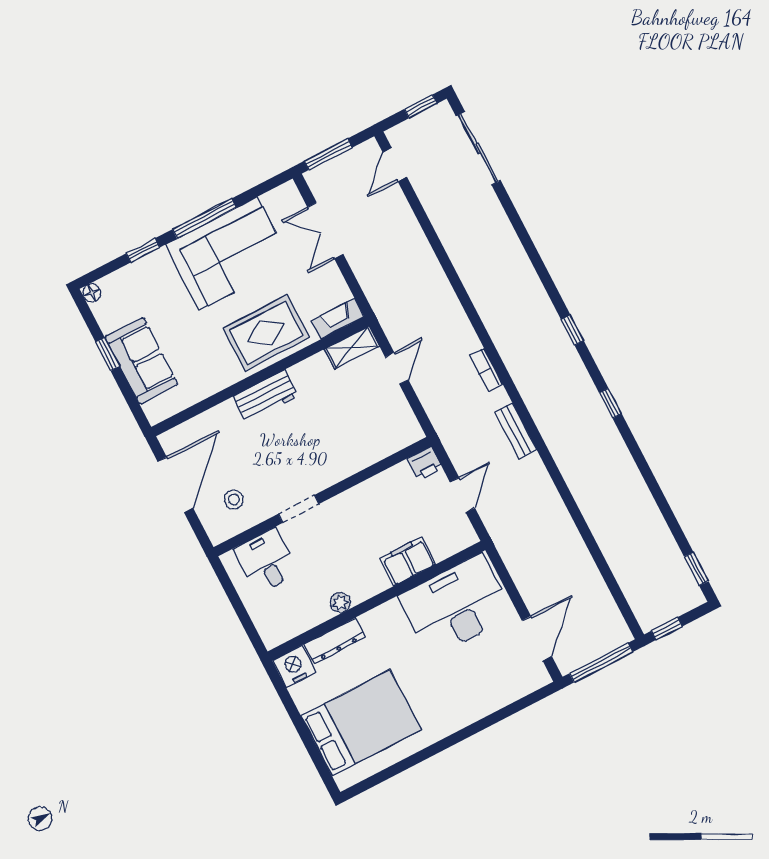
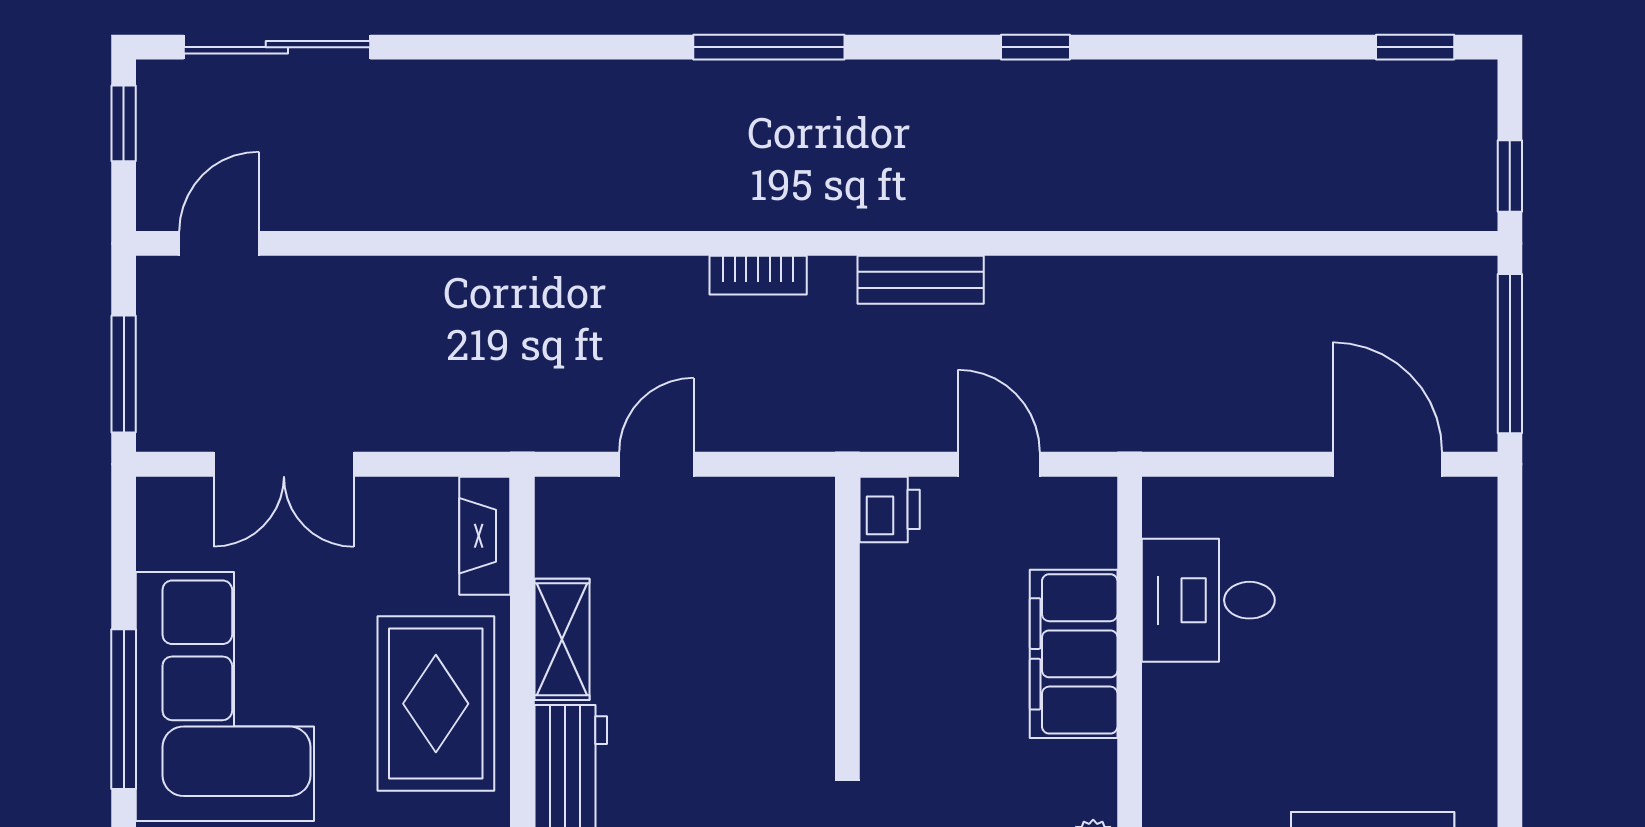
door: (395, 165) -> (219, 243), swing flipped
window: (572, 330) -> (769, 47), width x2.17
shelving: (352, 348) -> (562, 639), moved
door: (397, 368) -> (656, 464), hinge flipped
window: (610, 403) -> (1036, 47), moved
filing cabinet: (408, 561) -> (1074, 654), width x1.50, depth x1.17
desk: (456, 606) -> (1208, 600), width x0.53, depth x0.77

